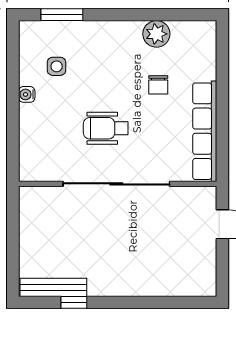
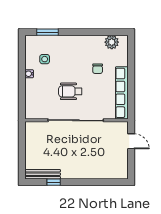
plant: (156, 34) -> (112, 42), moved

